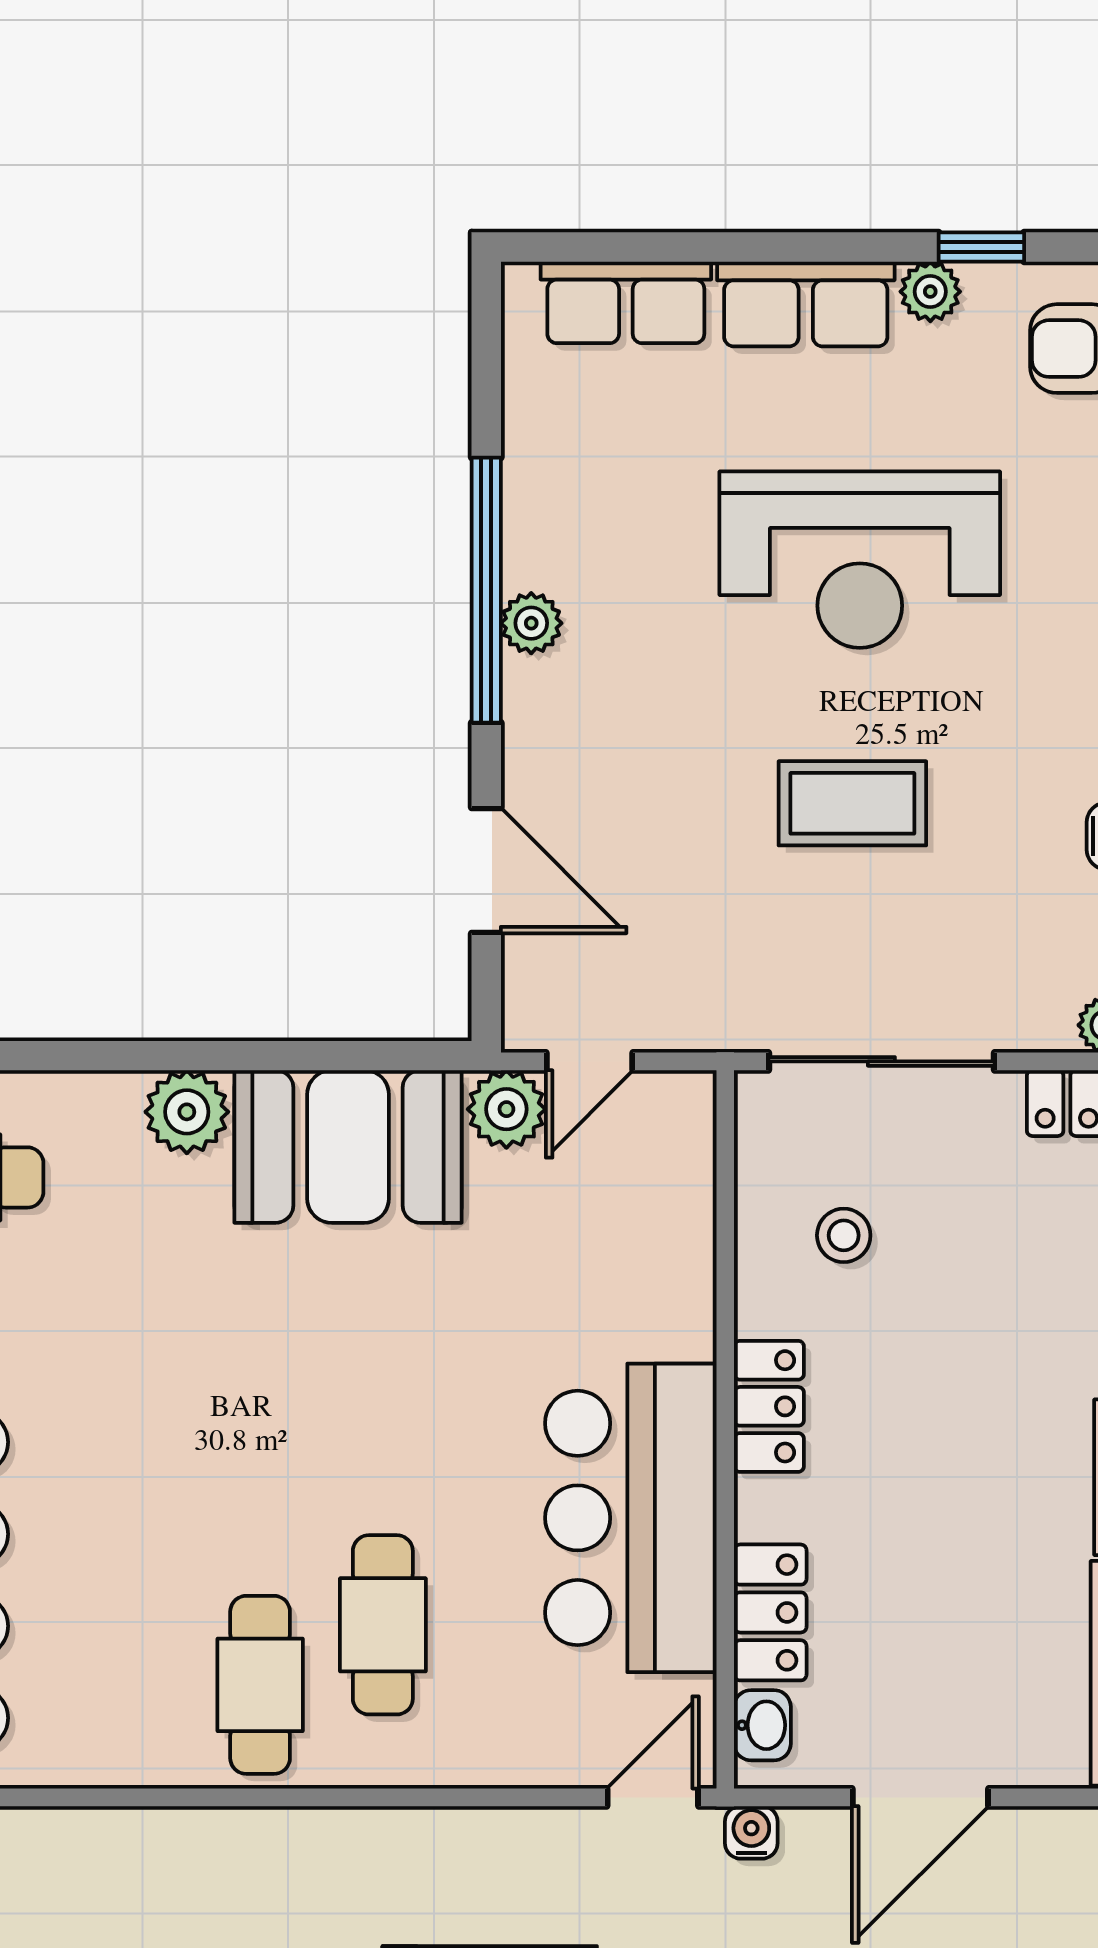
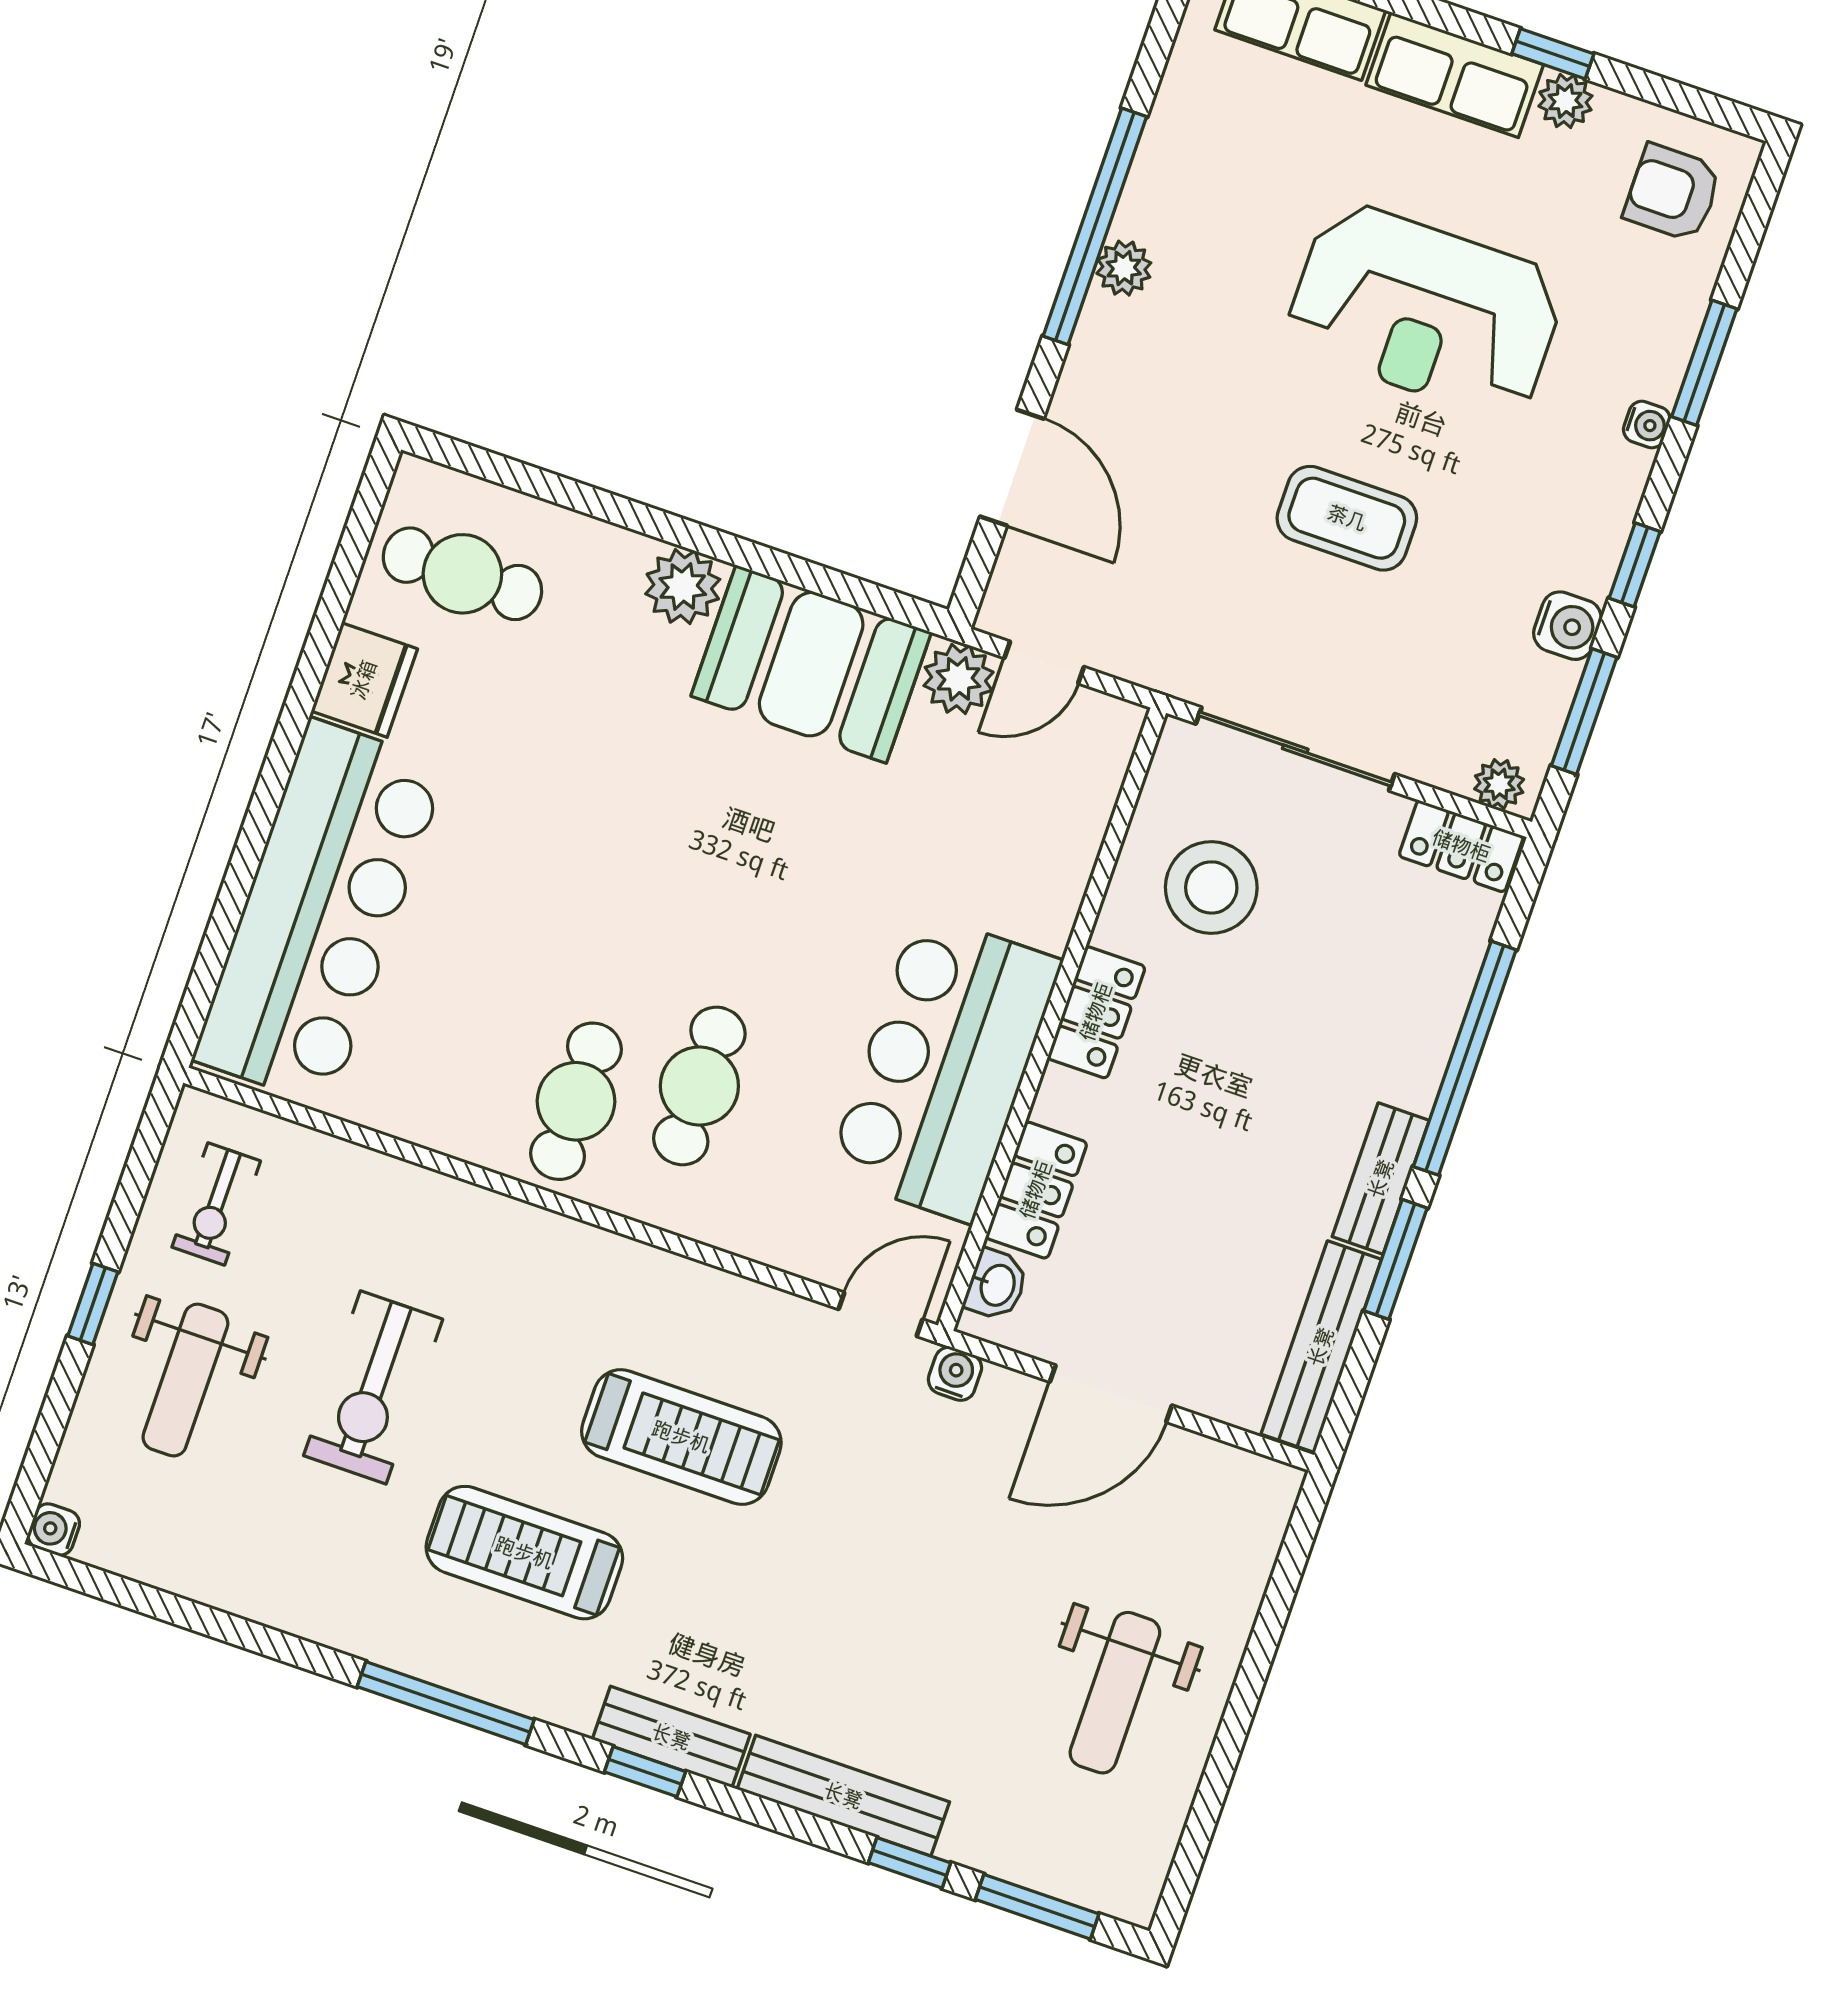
window: (981, 247) -> (1553, 54), moved
stool: (844, 1235) -> (1211, 887), width x1.89, depth x1.89

